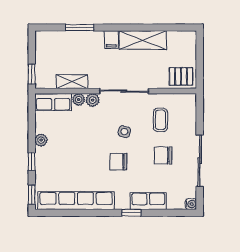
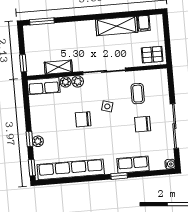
window: (80, 28) -> (42, 21), moved
filing cabinet: (111, 40) -> (144, 23), moved
plant: (41, 140) -> (38, 141), moved
chair: (118, 162) -> (83, 119), moved

